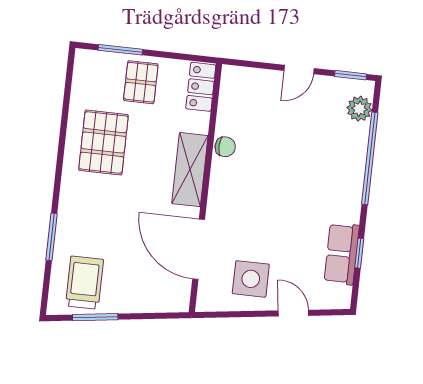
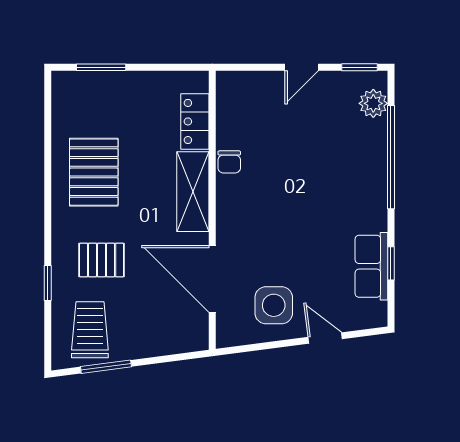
pallet: (141, 82) -> (102, 260), moved, turned 90
locker: (201, 87) -> (195, 121), moved
chair: (225, 147) -> (229, 162), turned 90
window: (51, 237) -> (48, 283), width x0.67

